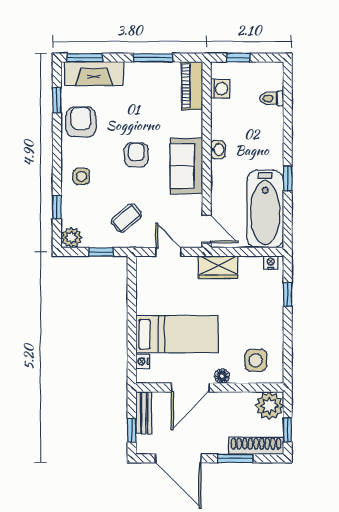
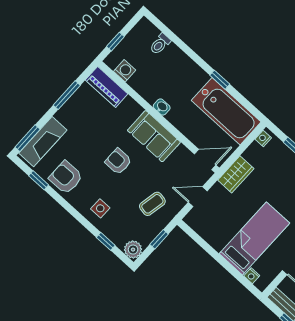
coffee table: (126, 218) -> (152, 204), turned 52

